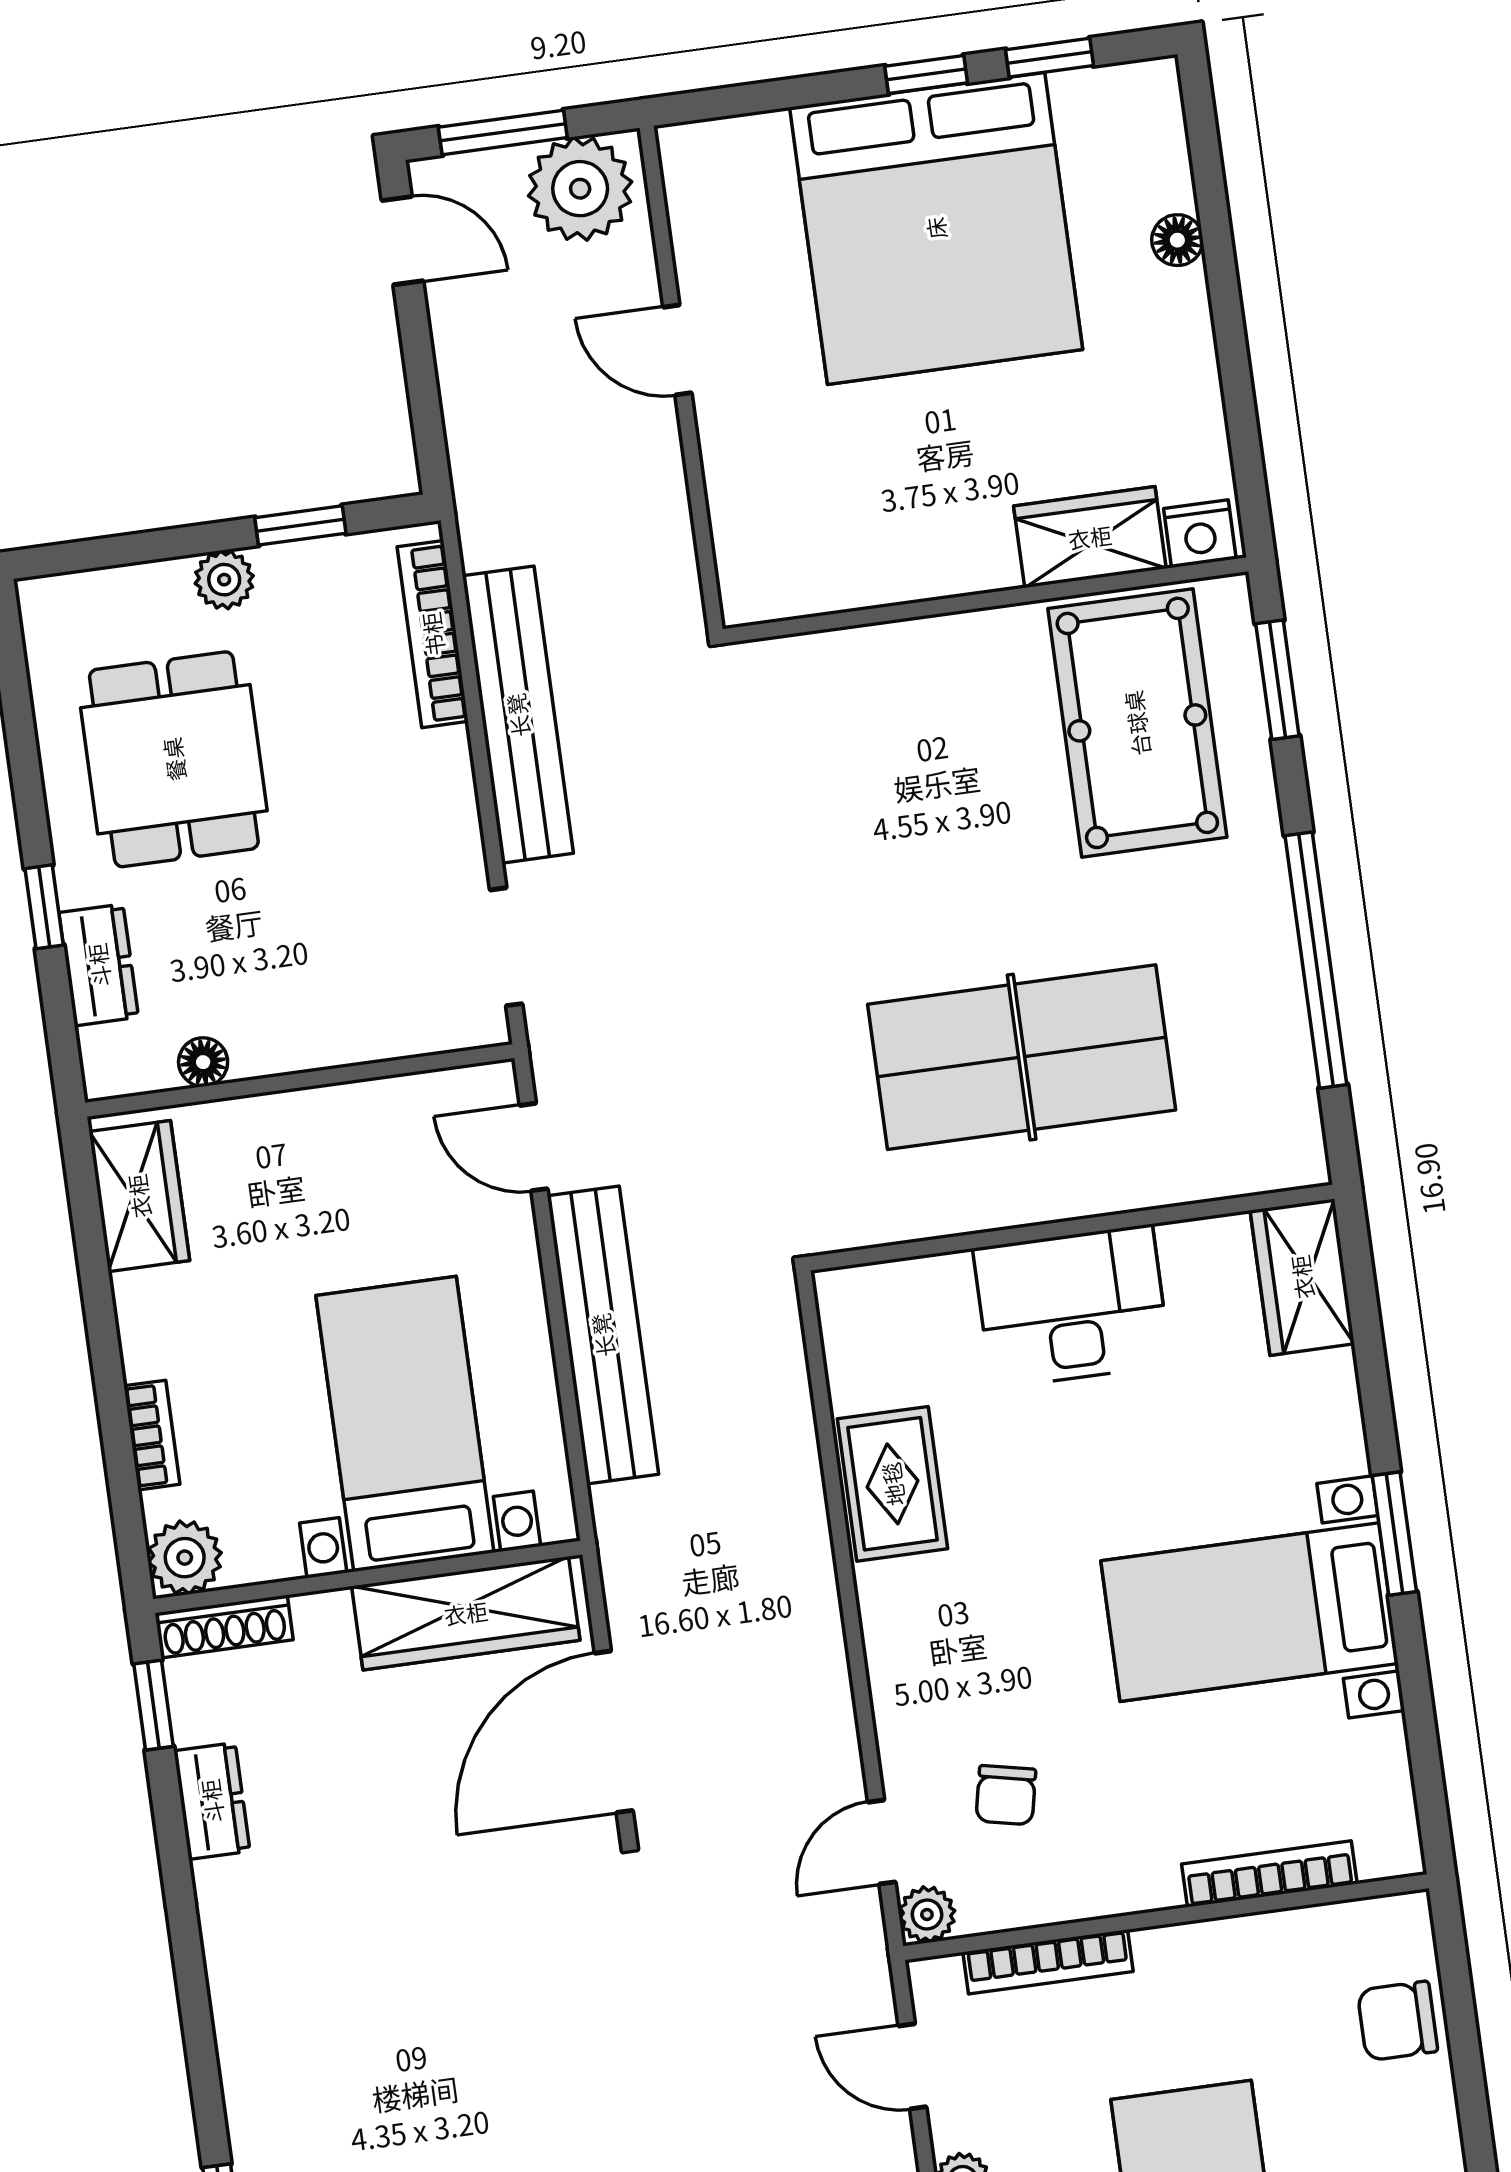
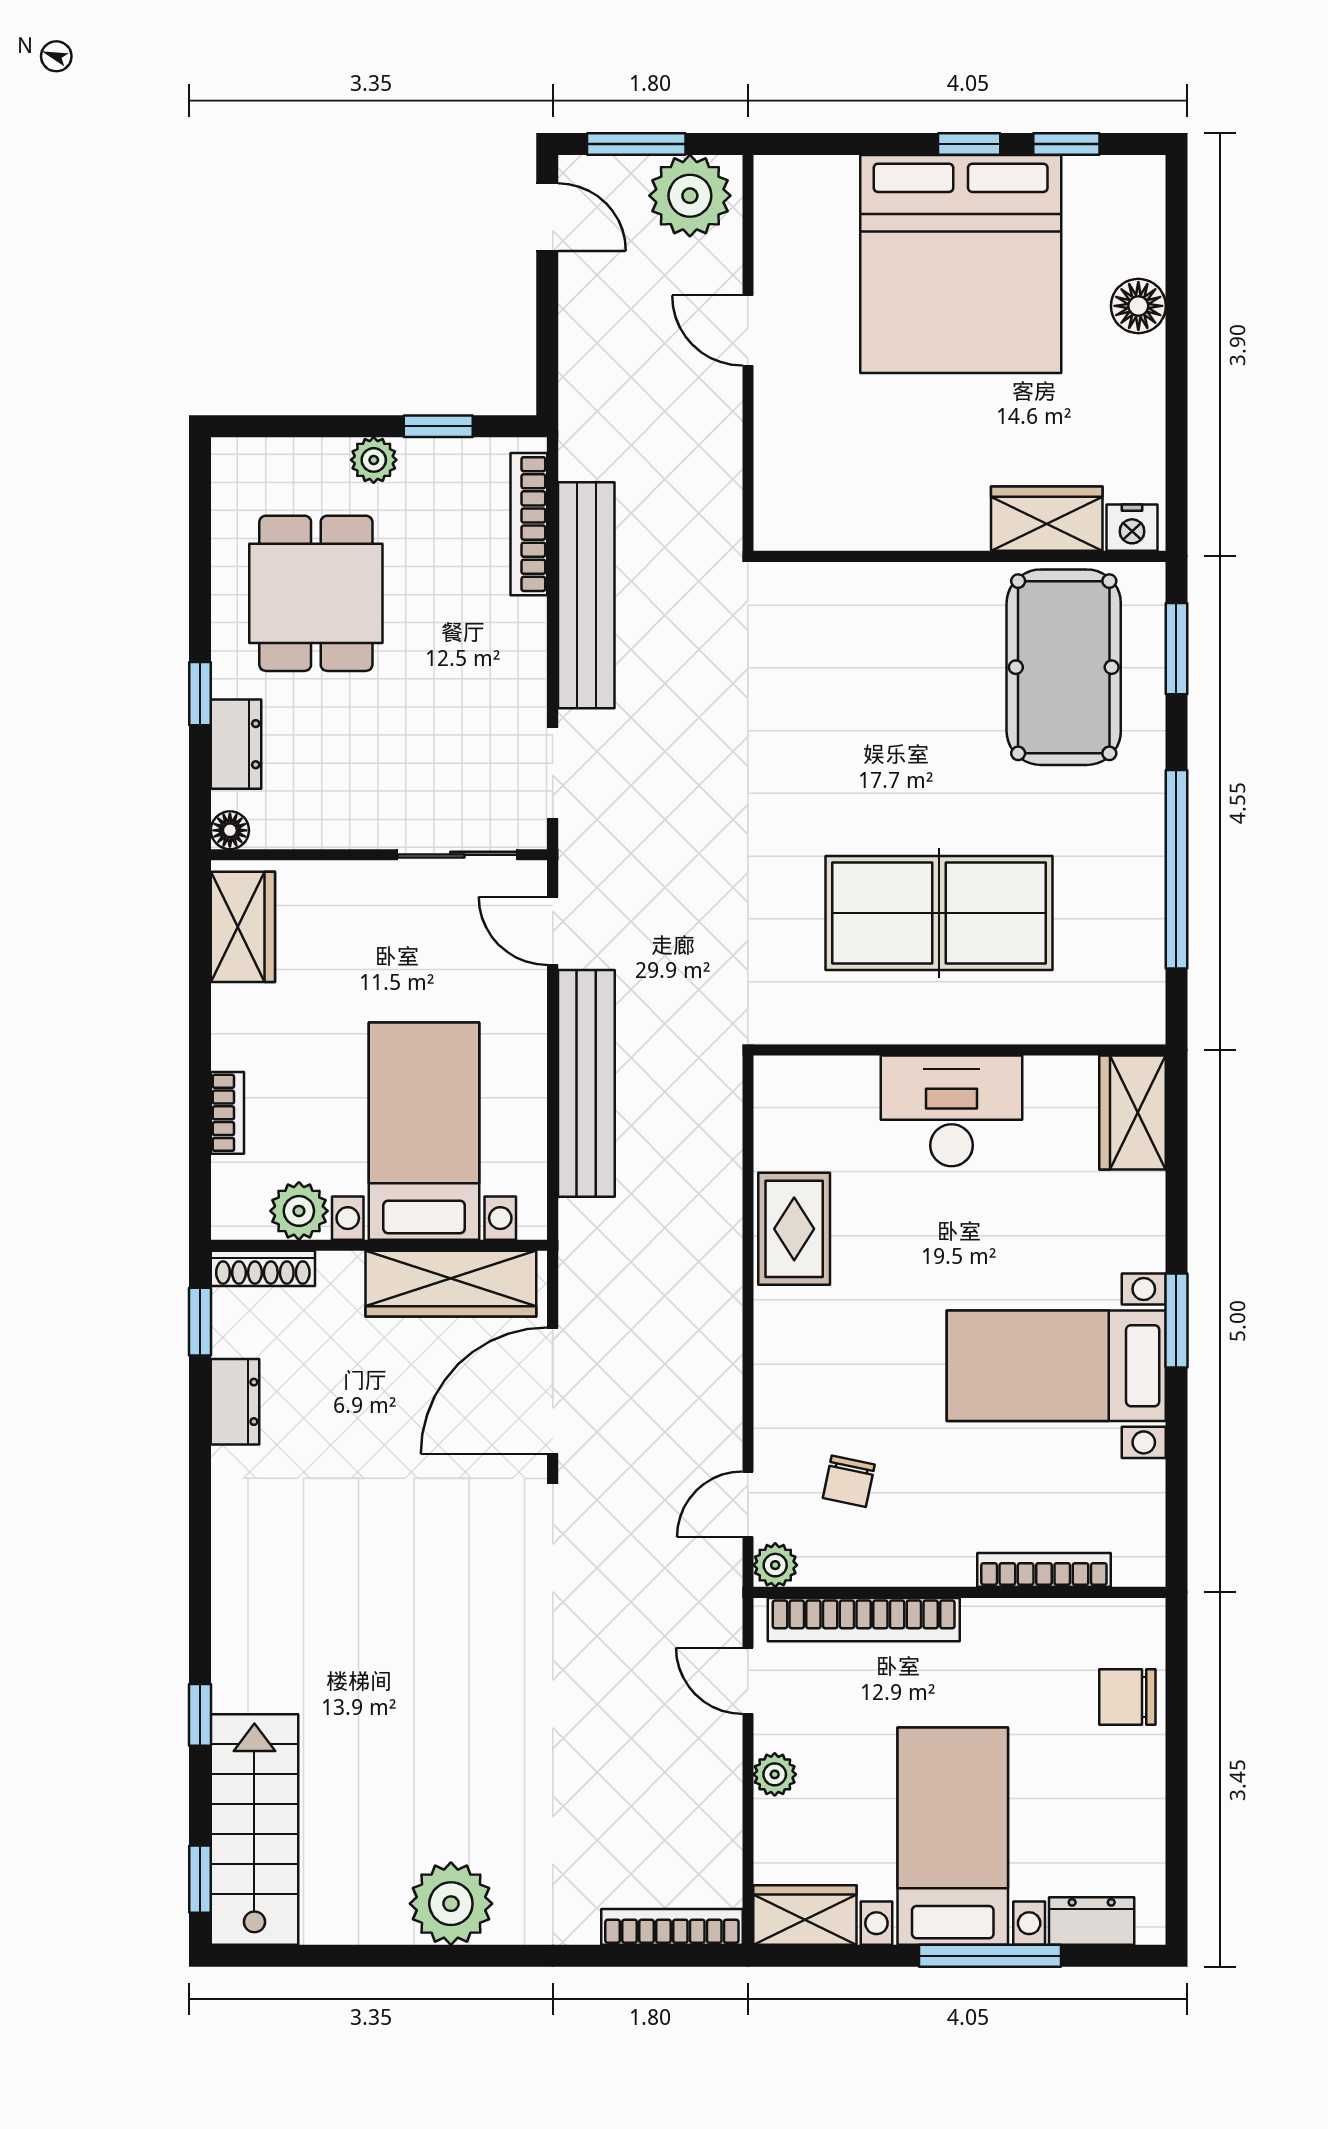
floor lamp: (1177, 240) -> (1138, 306), width x1.37, depth x1.37
floor lamp: (203, 1062) -> (230, 830), moved
sliding door: (399, 1067) -> (457, 855), added
plant: (185, 1558) -> (299, 1211), moved
bookcase: (1048, 1962) -> (864, 1620), width x1.48, depth x1.31

